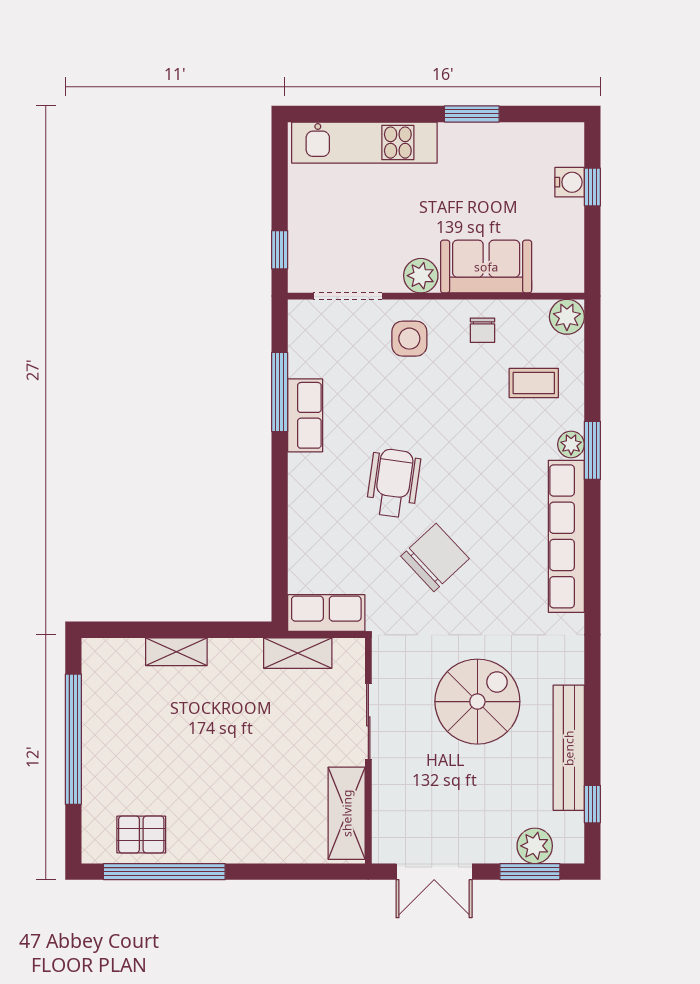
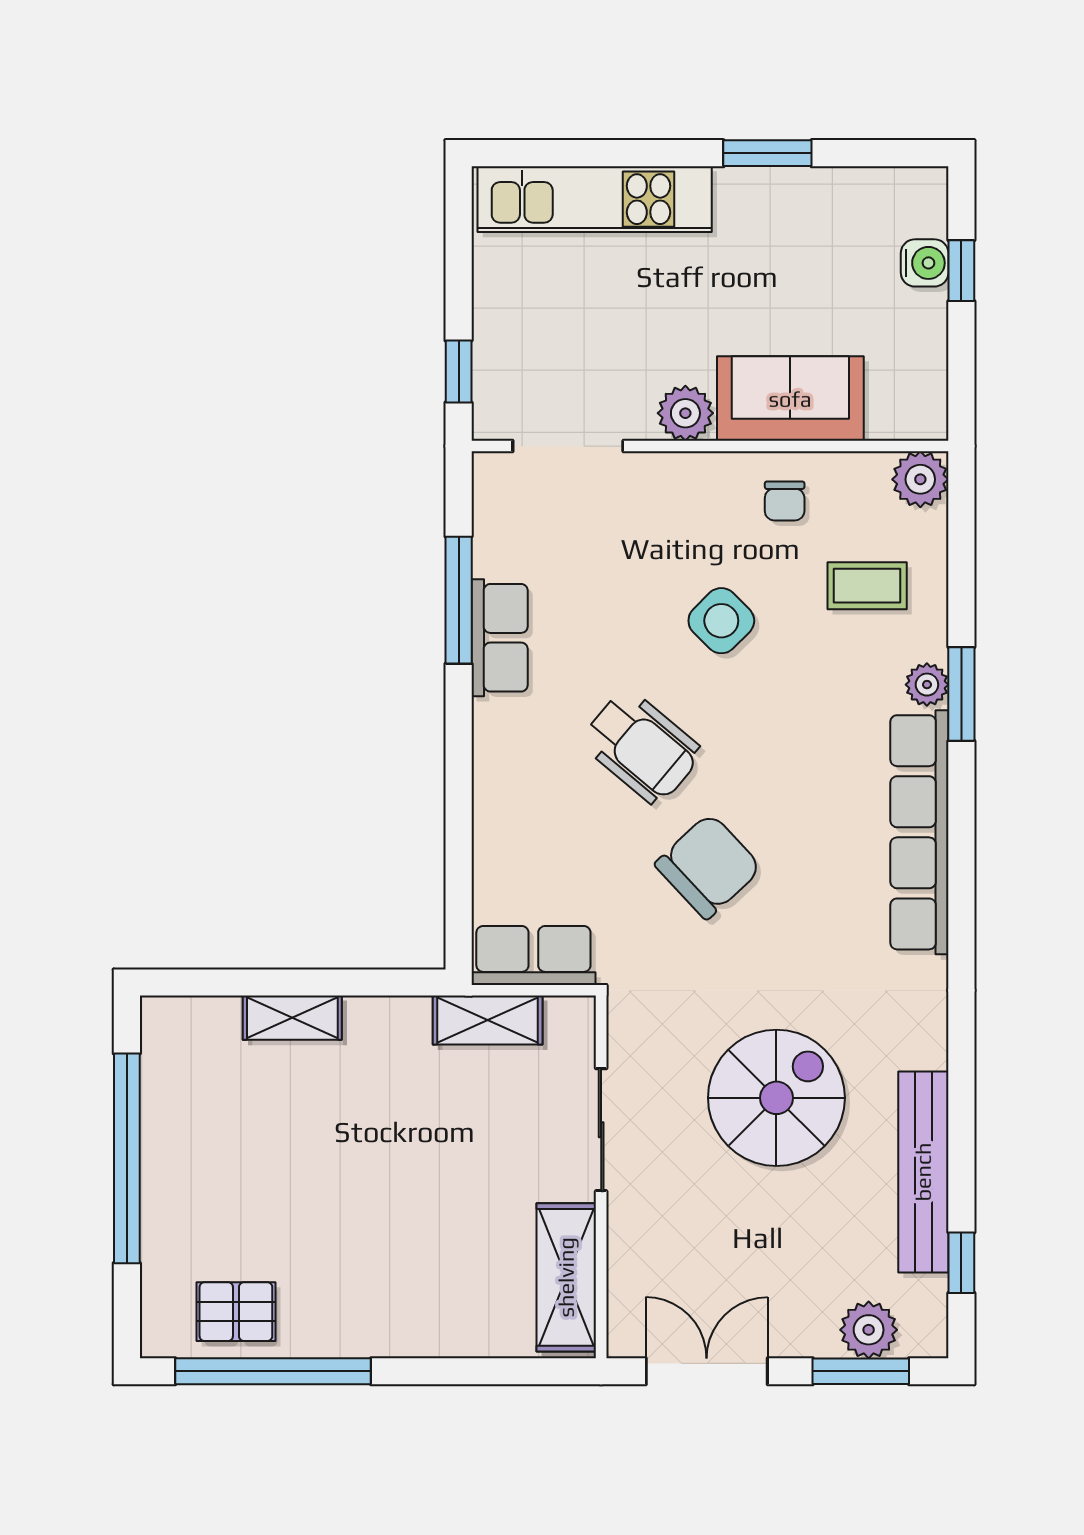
side table: (409, 339) -> (721, 621), moved, turned 45
wheelchair: (393, 483) -> (641, 747), turned 122
double door: (434, 872) -> (707, 1371), swing flipped

